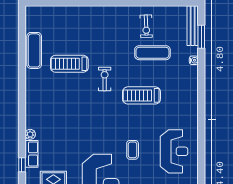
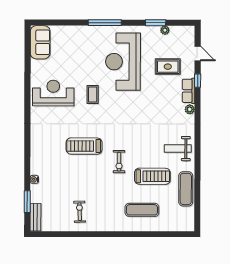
bench: (193, 26) -> (35, 217), width x0.73
exercise mat: (152, 53) -> (142, 210), moved
weight bench: (43, 93) -> (178, 149), added
treadmill: (142, 95) -> (84, 146), turned 180
reception desk: (174, 151) -> (53, 93), turned 90

